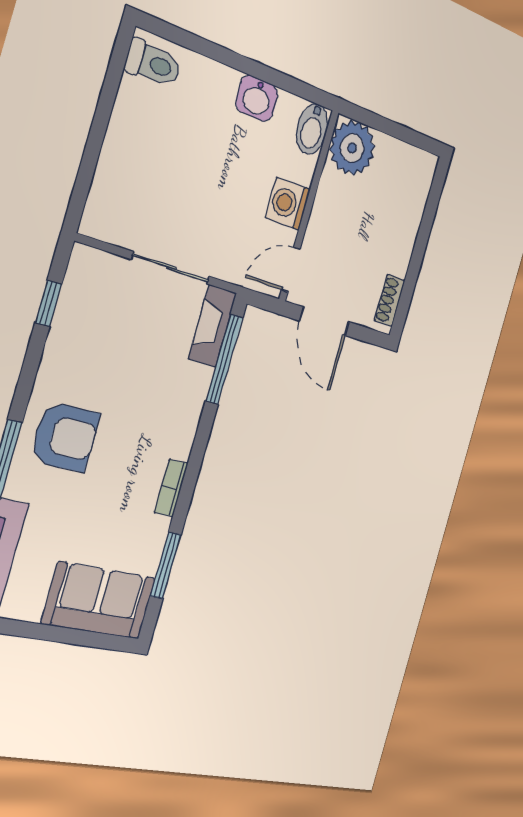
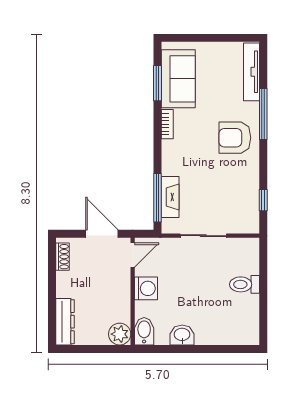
toilet: (153, 63) -> (244, 284), moved
plant: (352, 148) -> (120, 334), width x0.73, depth x0.73
dresser: (417, 191) -> (65, 322), added
fireplace: (212, 326) -> (170, 197), moved
sofa: (99, 601) -> (178, 79), moved, turned -90

